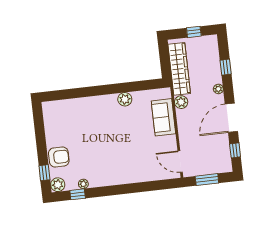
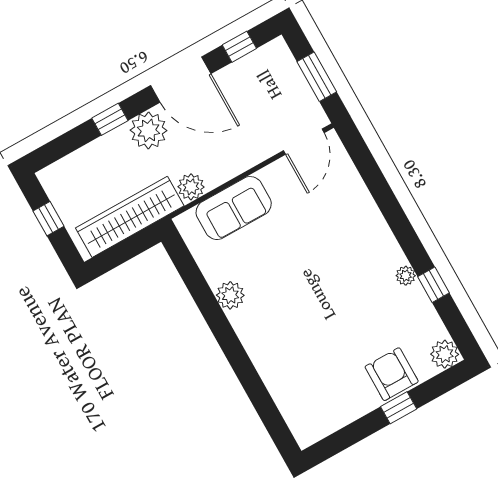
window: (226, 67) -> (110, 119), moved
plant: (218, 89) -> (148, 130), width x1.87, depth x1.87
window: (44, 173) -> (399, 408), moved
plant: (83, 184) -> (406, 276), moved
window: (78, 194) -> (433, 285), moved

